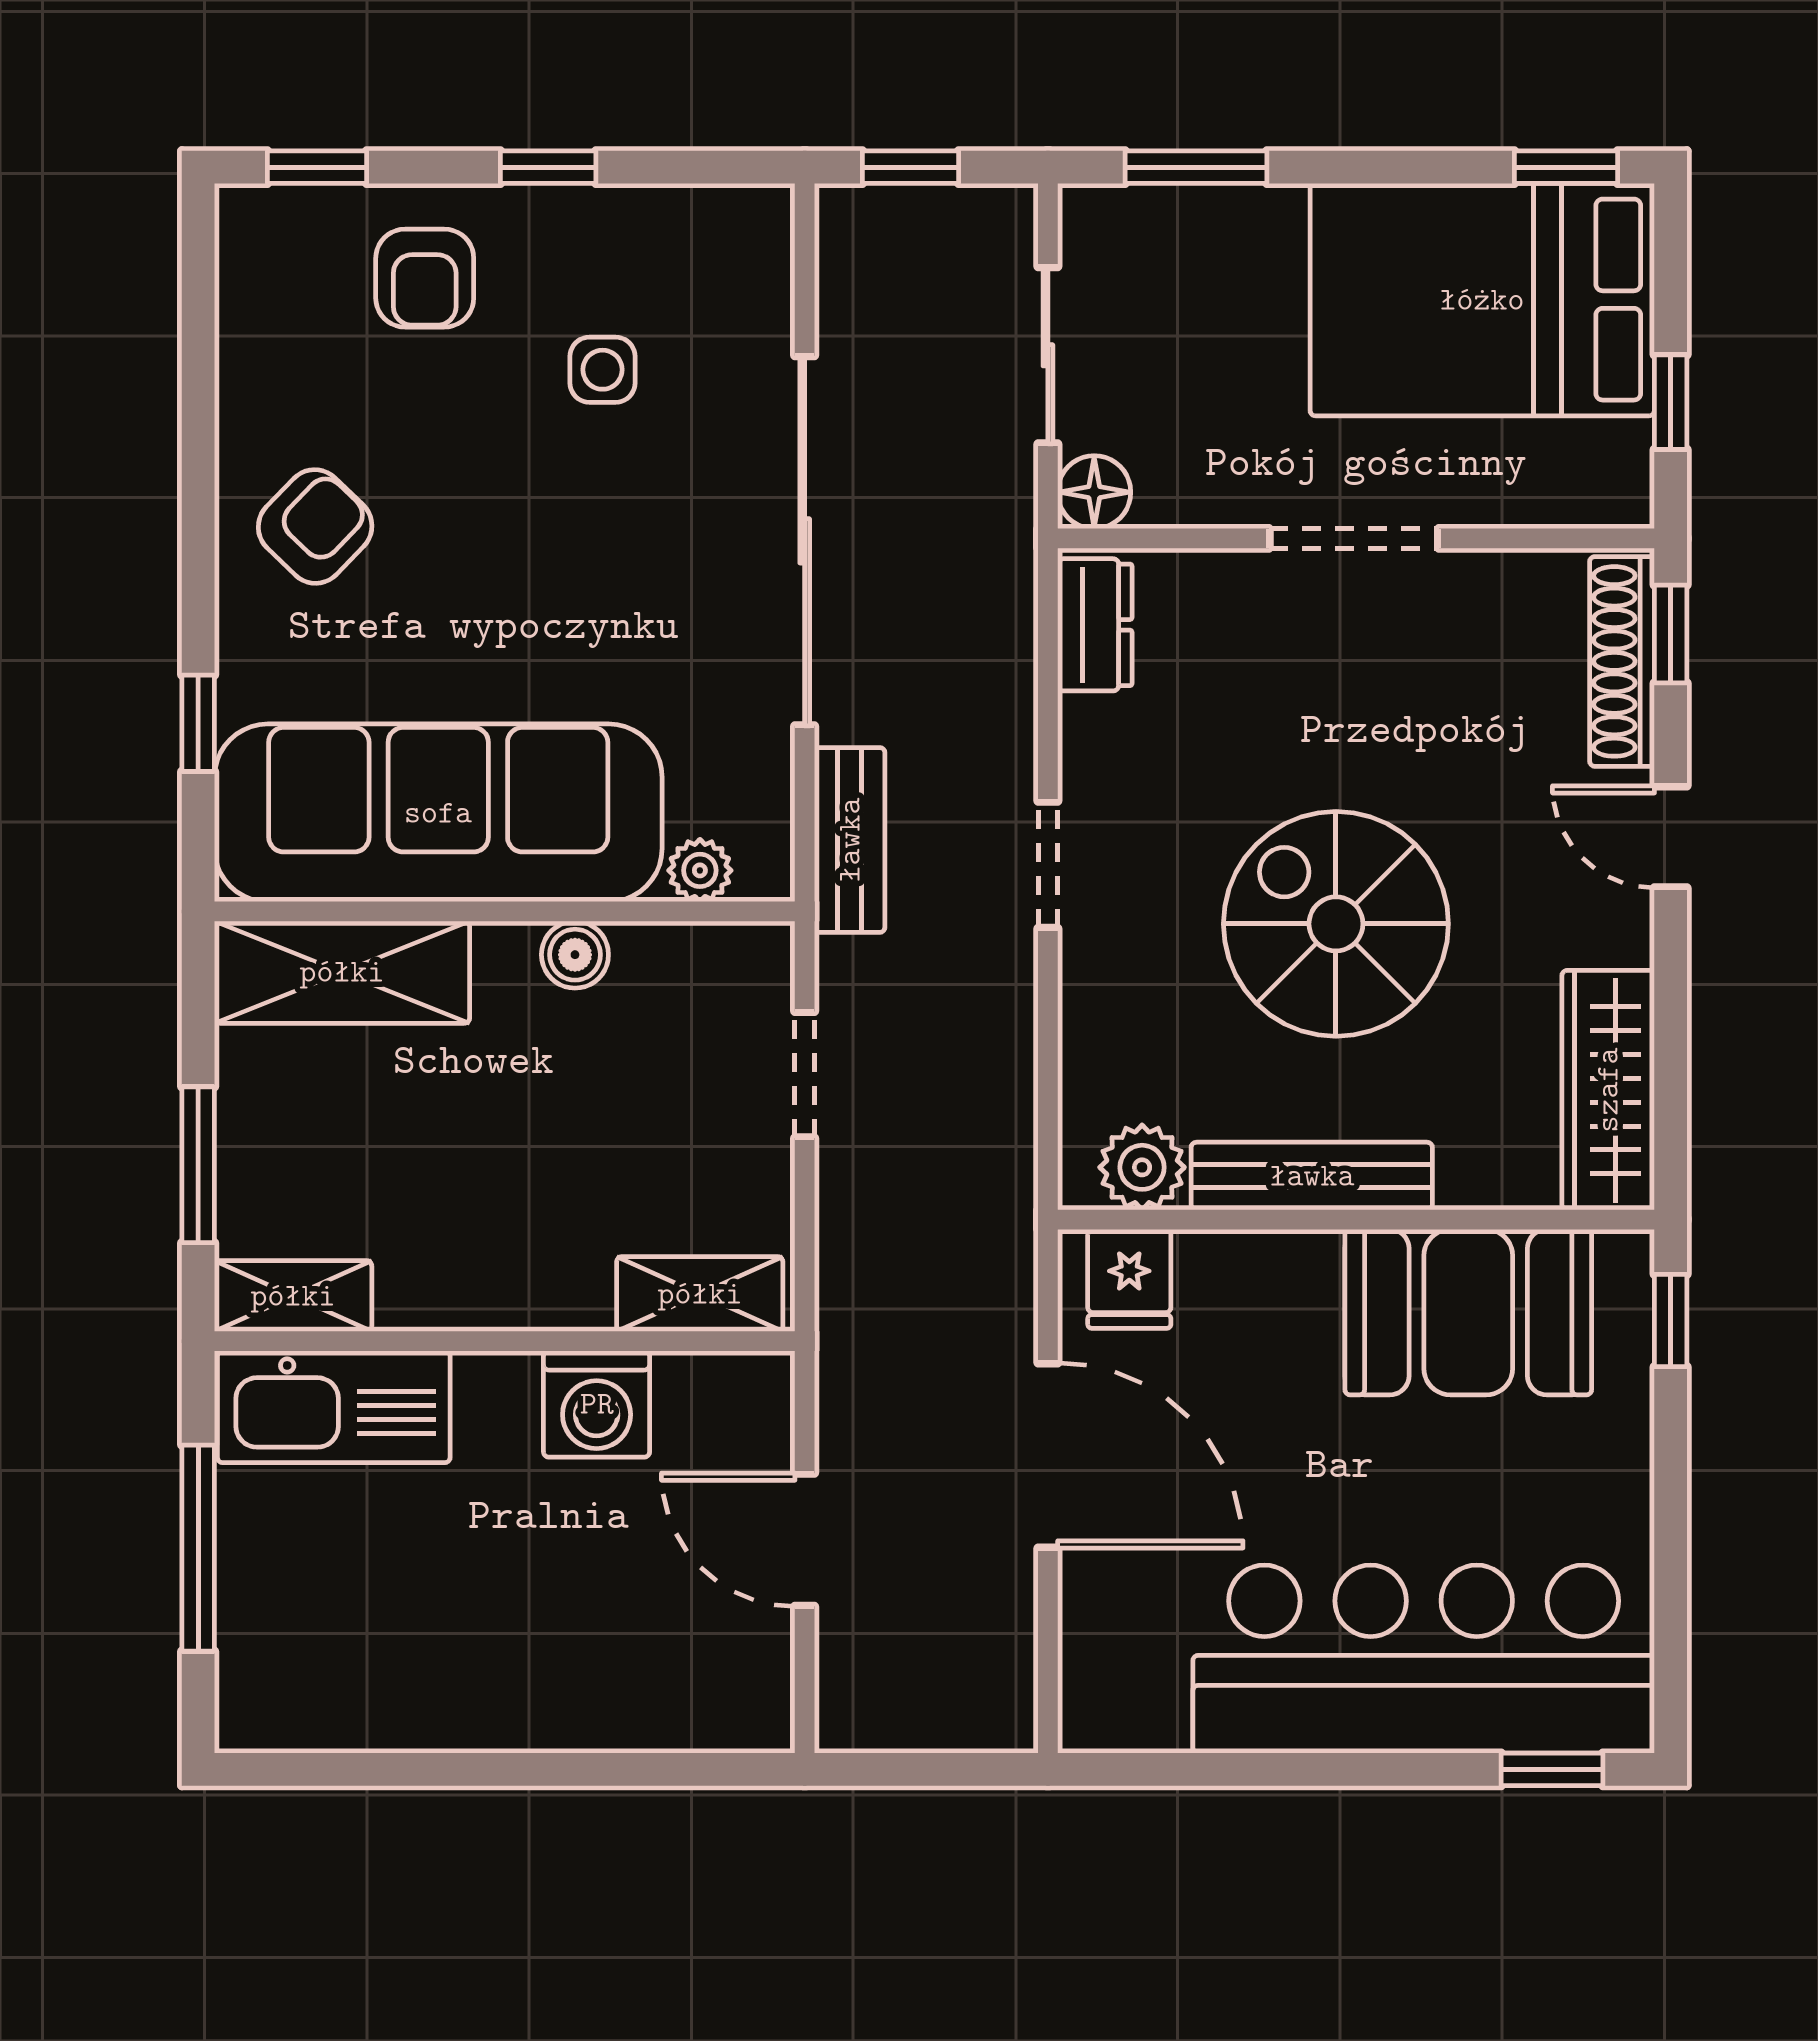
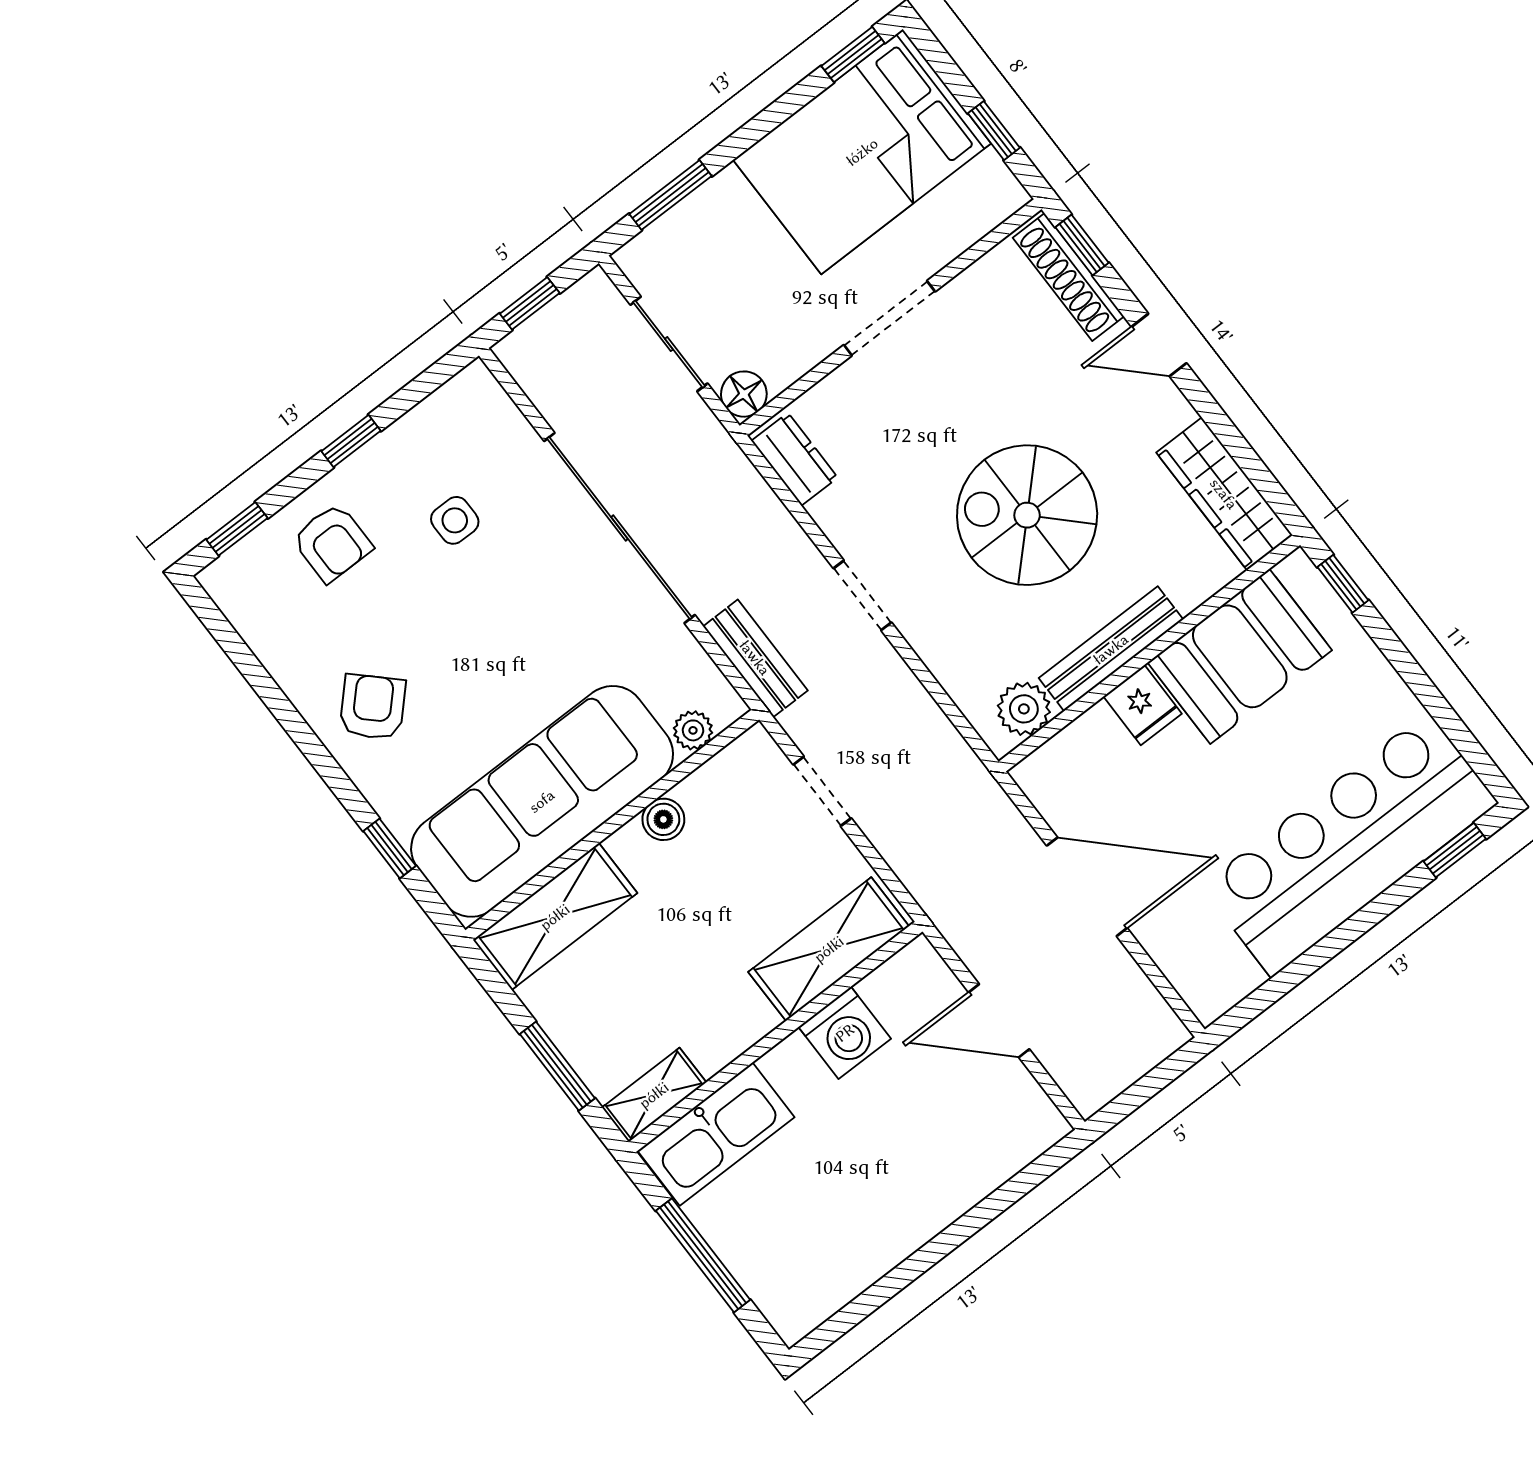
fridge: (1129, 1279) -> (1143, 705), moved
shelving: (700, 1294) -> (829, 949), width x1.50, depth x1.33

